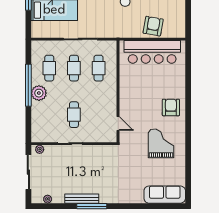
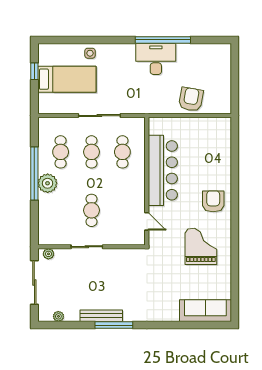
bar counter: (152, 52) -> (163, 170), moved, turned -90

